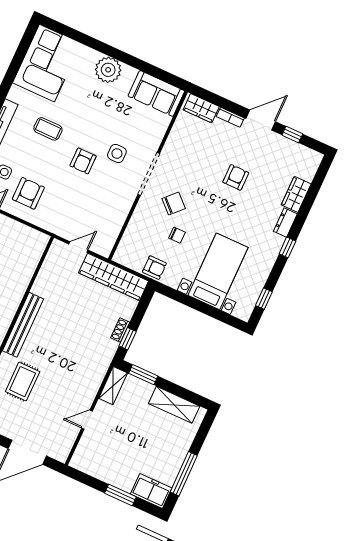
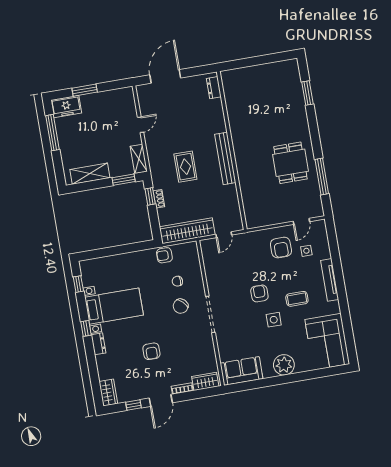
side table: (117, 154) -> (274, 320), moved
wardrobe: (296, 194) -> (108, 392), moved
chair: (177, 235) -> (177, 281), moved
bed with nightstands: (218, 271) -> (114, 306), moved, turned -90
rug: (23, 382) -> (185, 167), moved

